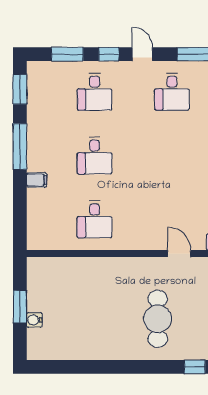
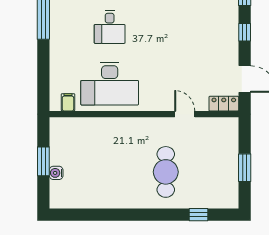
filing cabinet: (37, 180) -> (68, 102), moved, turned -90
desk: (95, 219) -> (110, 84), width x1.87, depth x1.30

